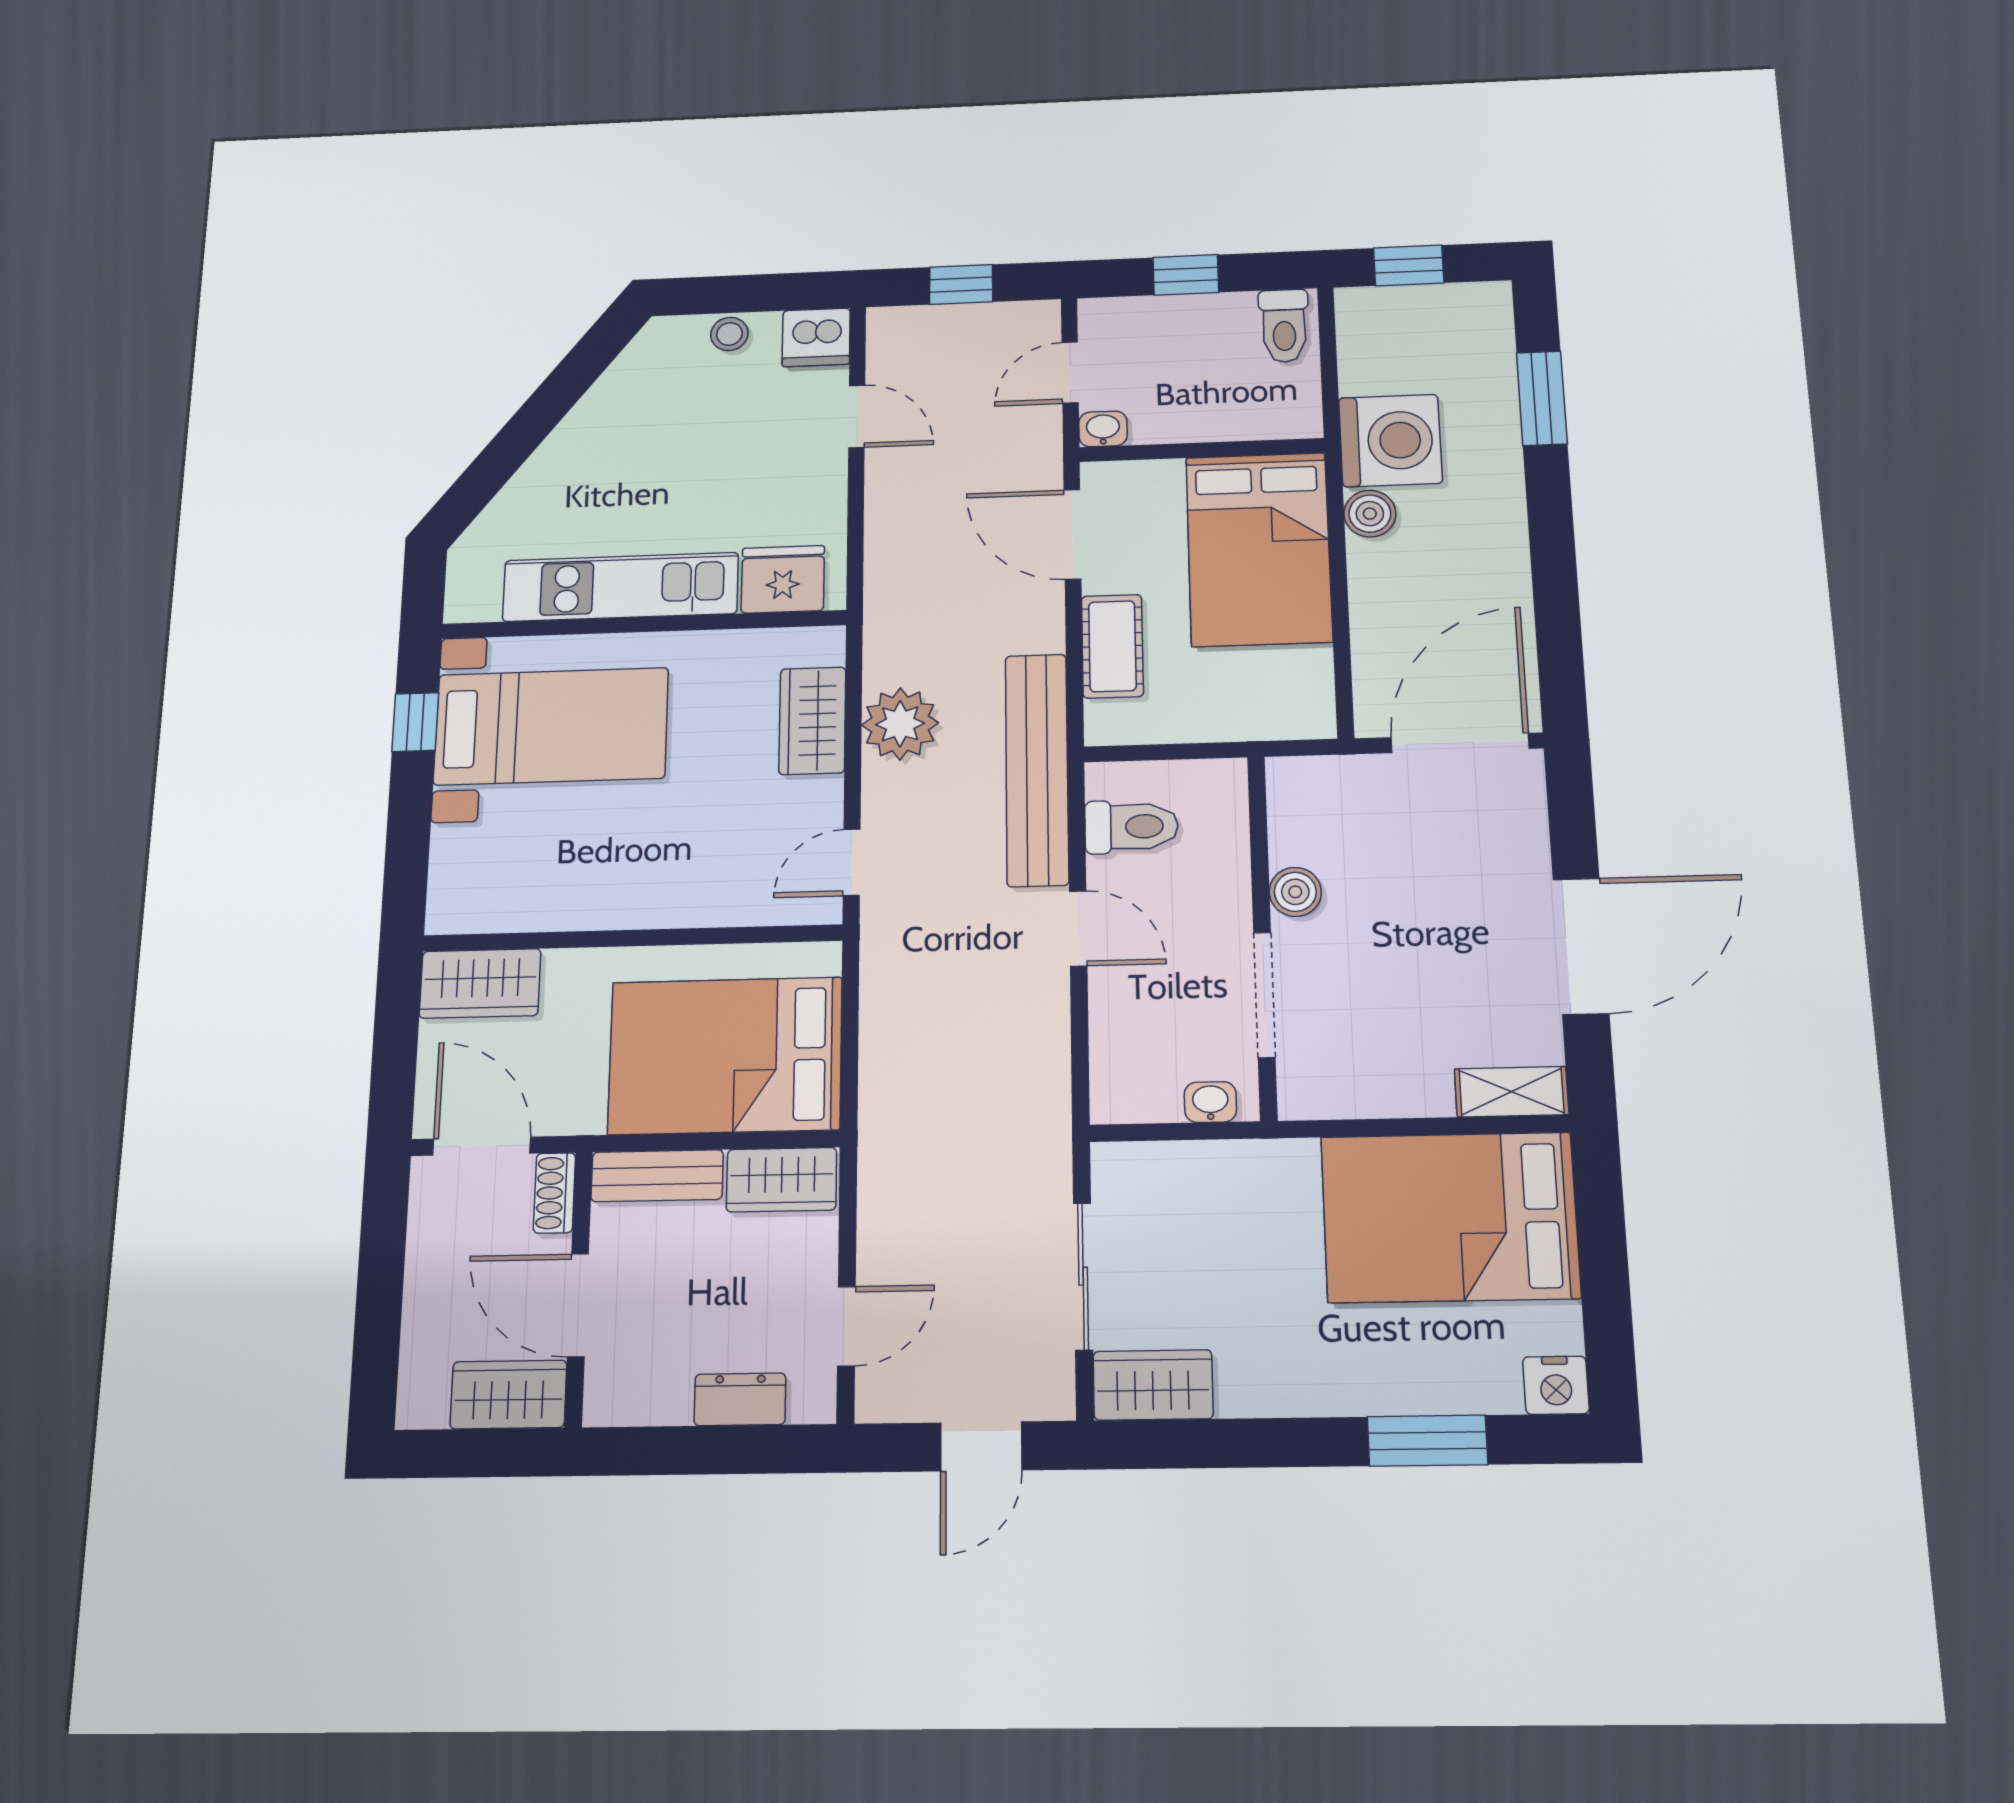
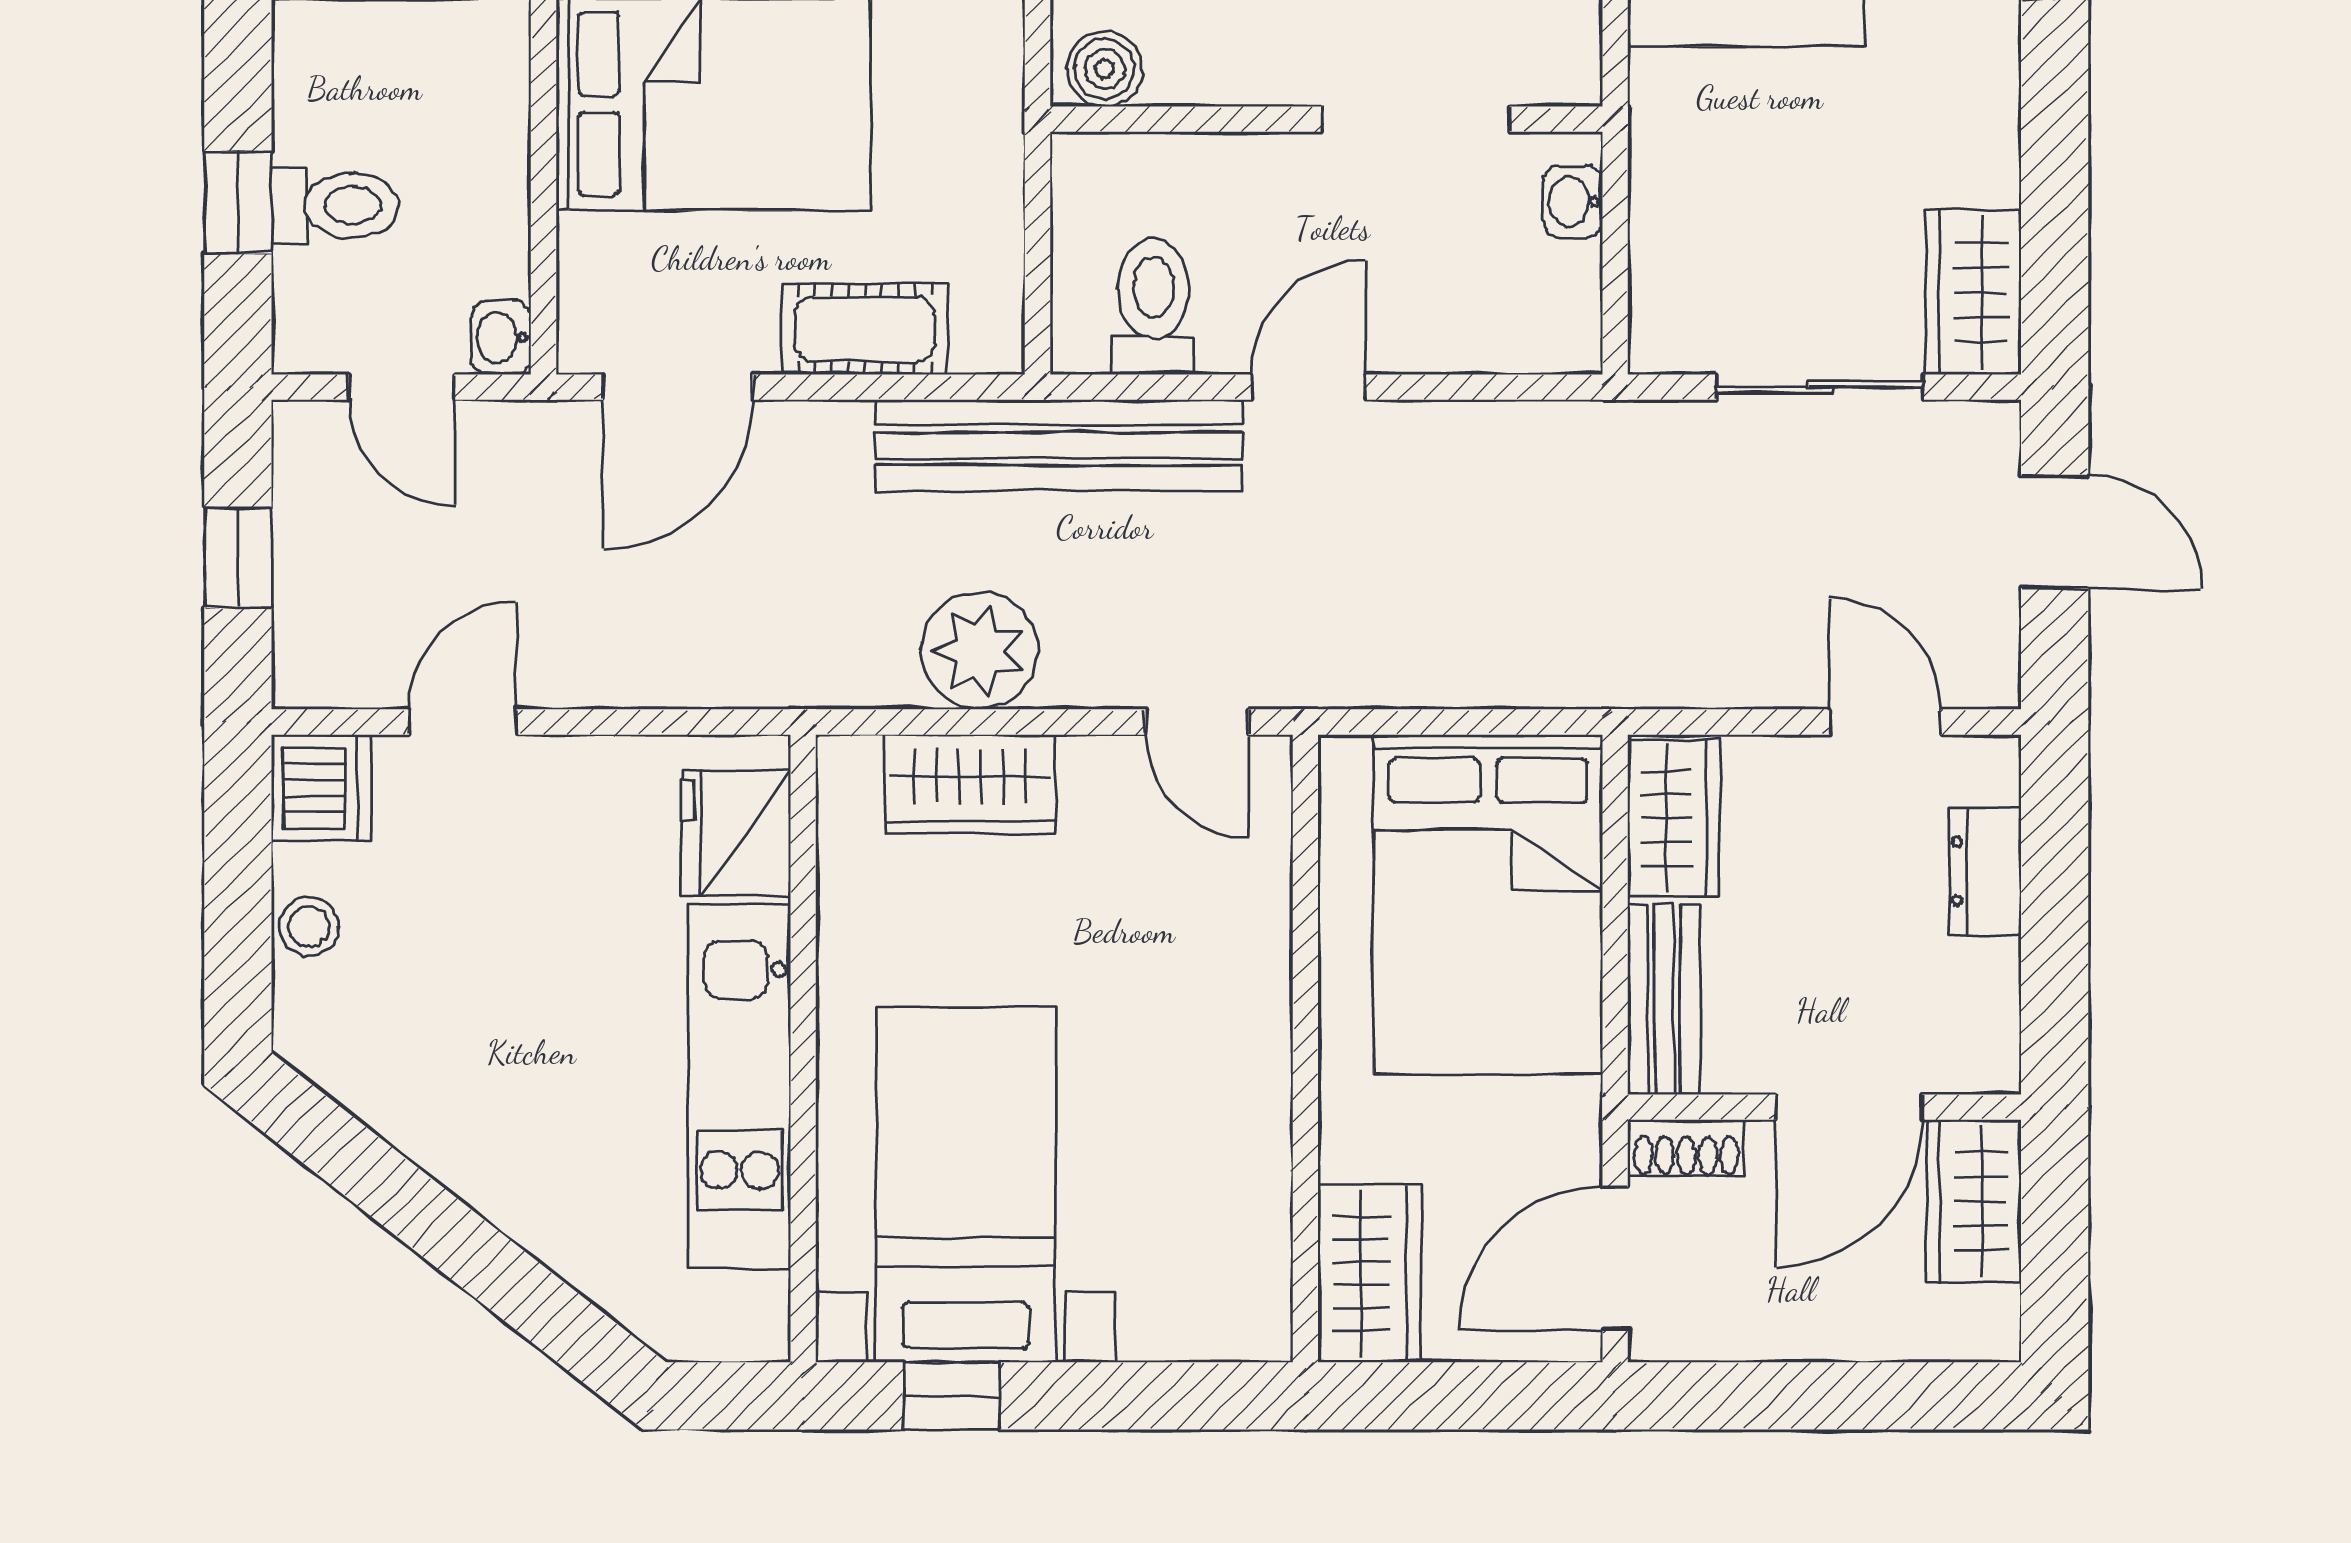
toilet: (1284, 326) -> (335, 205), moved
boiler: (1295, 892) -> (1105, 69), moved

